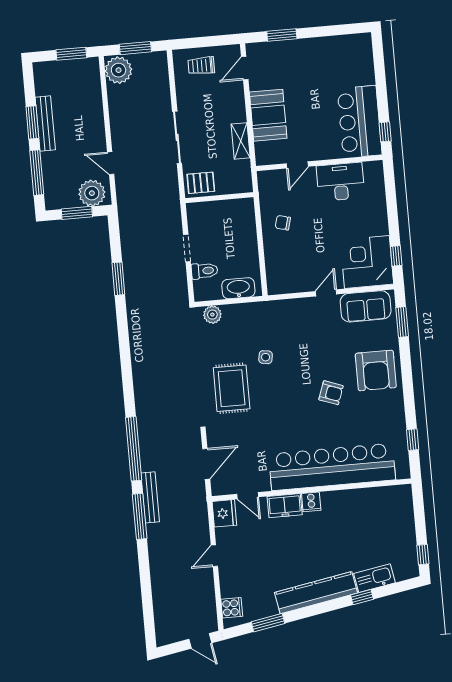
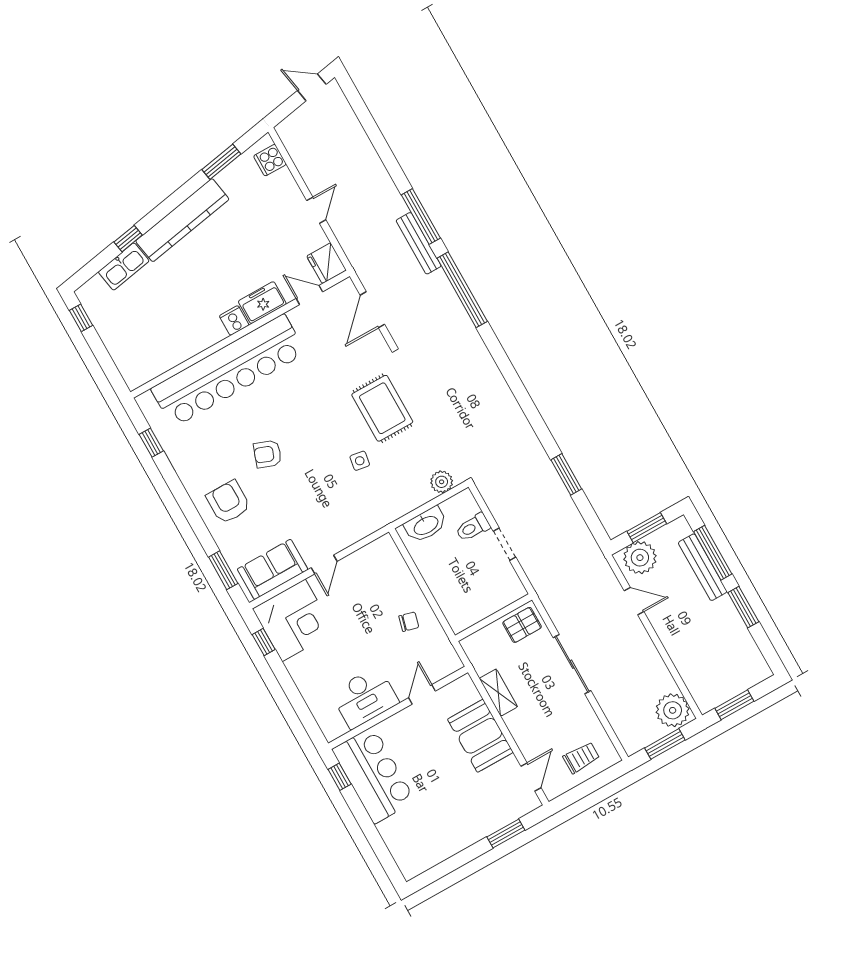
bench: (45, 124) -> (703, 567), moved
armchair: (376, 370) -> (228, 502), width x0.73, depth x0.73
door: (200, 641) -> (312, 87), moved

